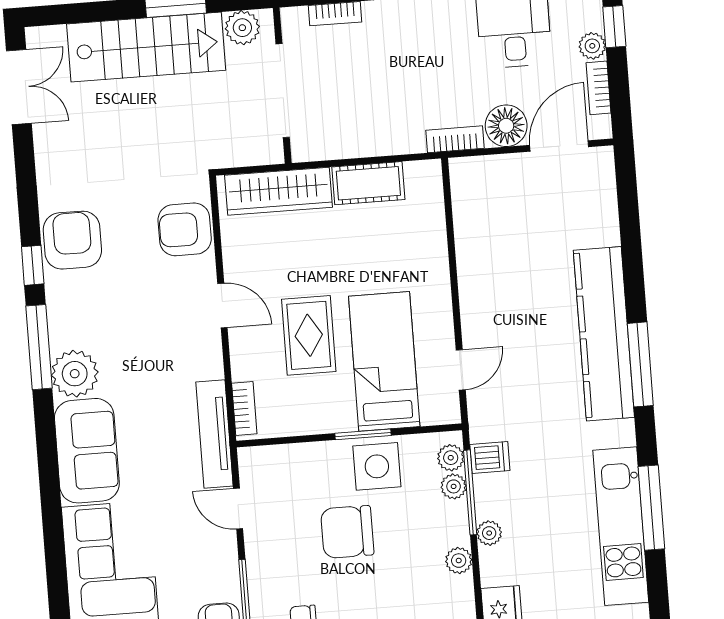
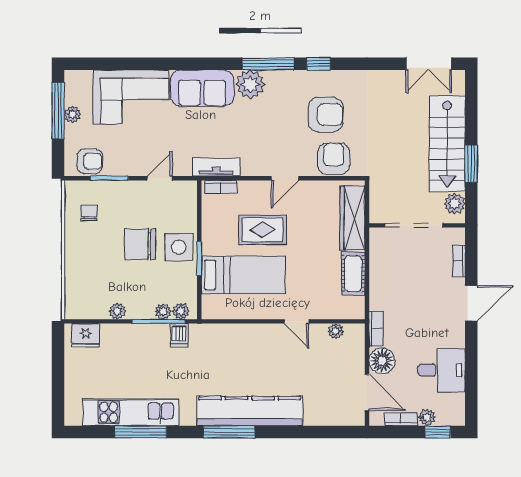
armchair: (72, 240) -> (326, 114), moved
door: (461, 370) -> (296, 321), moved
tv unit: (214, 434) -> (216, 167), width x0.71
side table: (377, 466) -> (179, 247), moved
chair: (347, 532) -> (140, 244), turned -90
plant: (489, 533) -> (336, 331), moved

